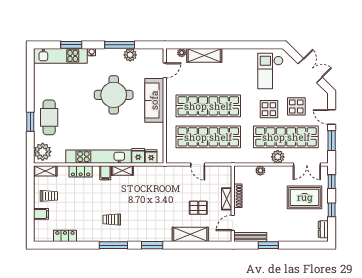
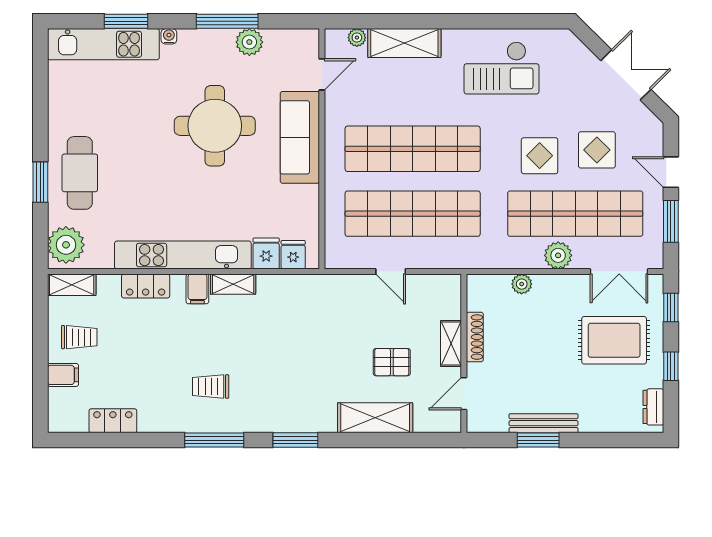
checkout: (270, 71) -> (502, 68), moved, turned -90
bench: (250, 237) -> (544, 423), moved

